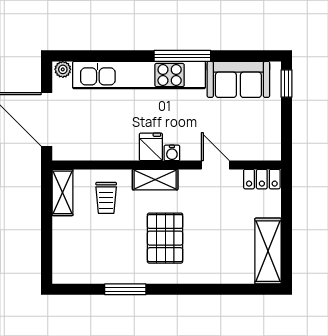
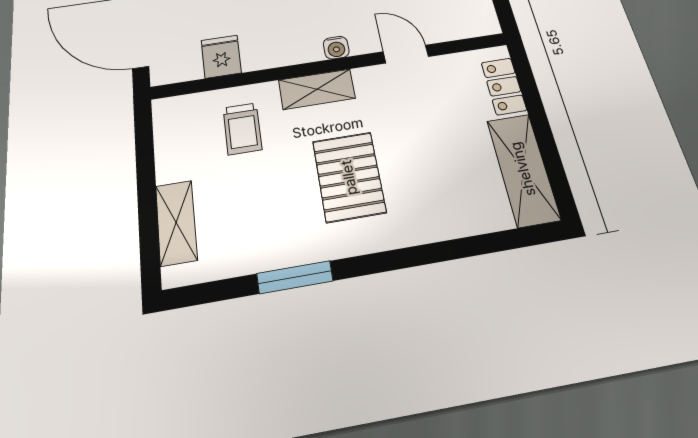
fridge: (151, 147) -> (221, 56), moved
locker: (262, 179) -> (504, 86), moved, turned 90
shelving: (62, 192) -> (176, 223), moved

